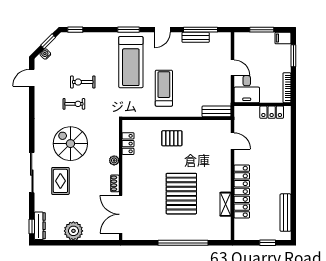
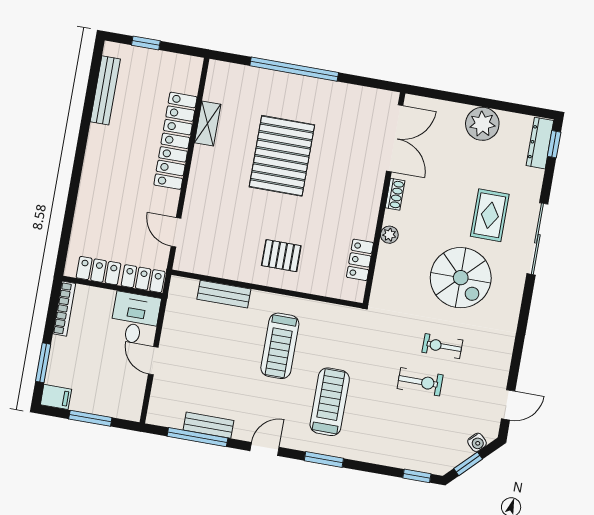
treadmill: (131, 62) -> (330, 402), width x0.73, depth x0.73
bench: (217, 111) -> (224, 294), moved
locker: (246, 112) -> (143, 279), added

